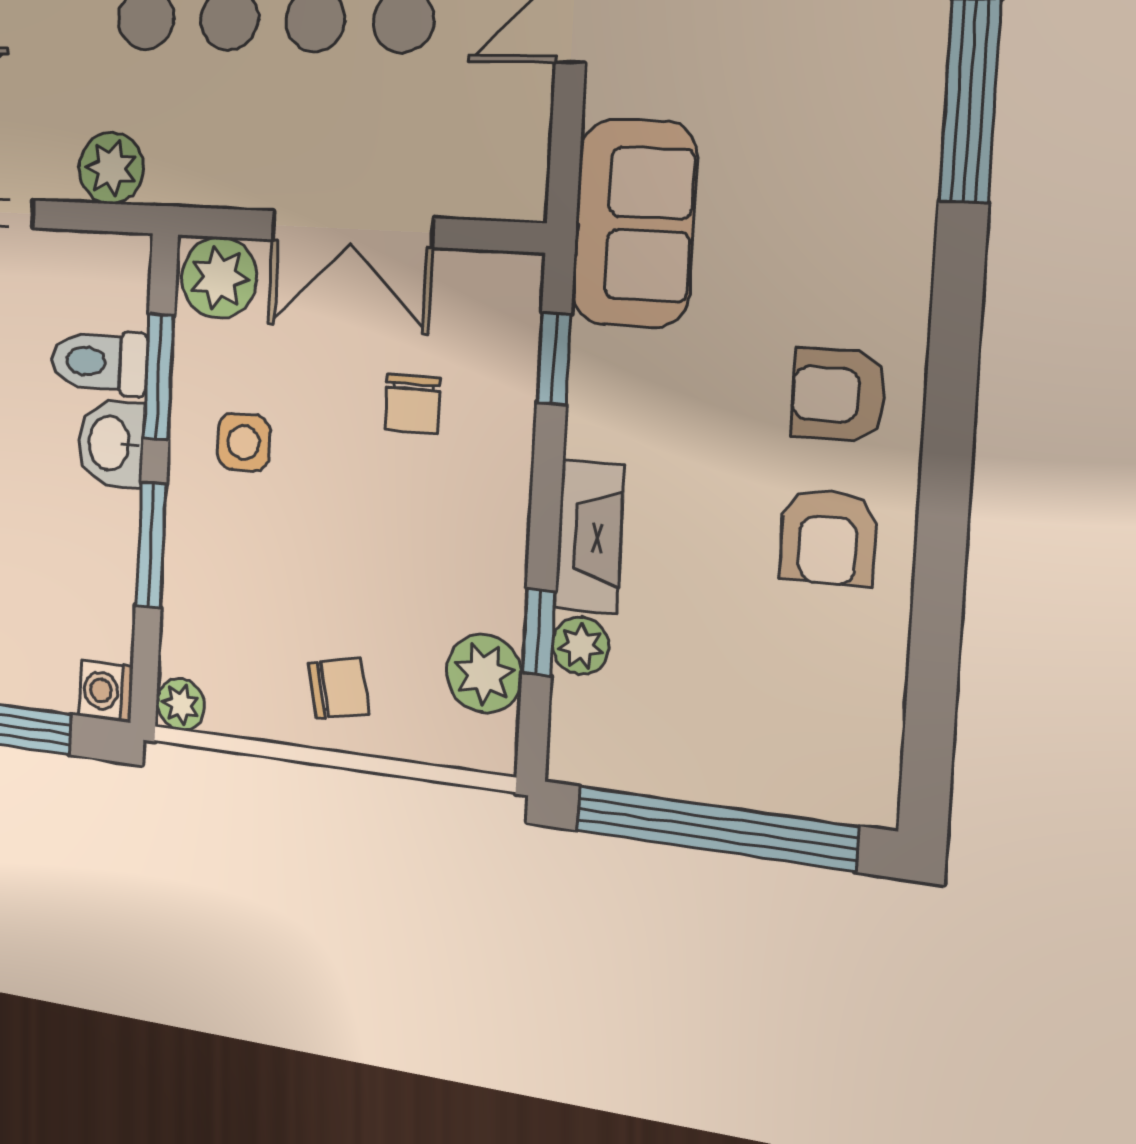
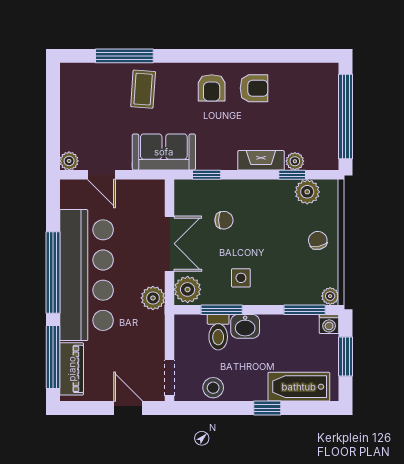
coffee table: (848, 162) -> (143, 89), added
plant: (111, 168) -> (153, 298), moved
window: (151, 545) -> (305, 310), moved

